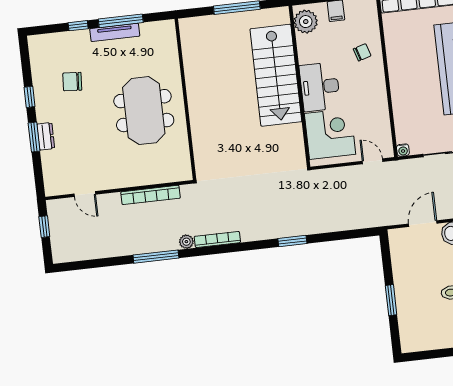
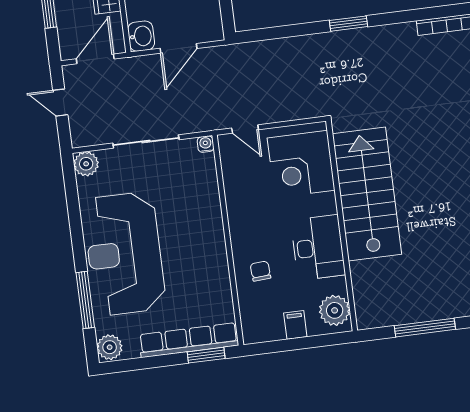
chair: (362, 52) -> (260, 271), turned 103
stairs: (276, 75) -> (367, 194), moved
desk: (320, 87) -> (318, 247), moved

